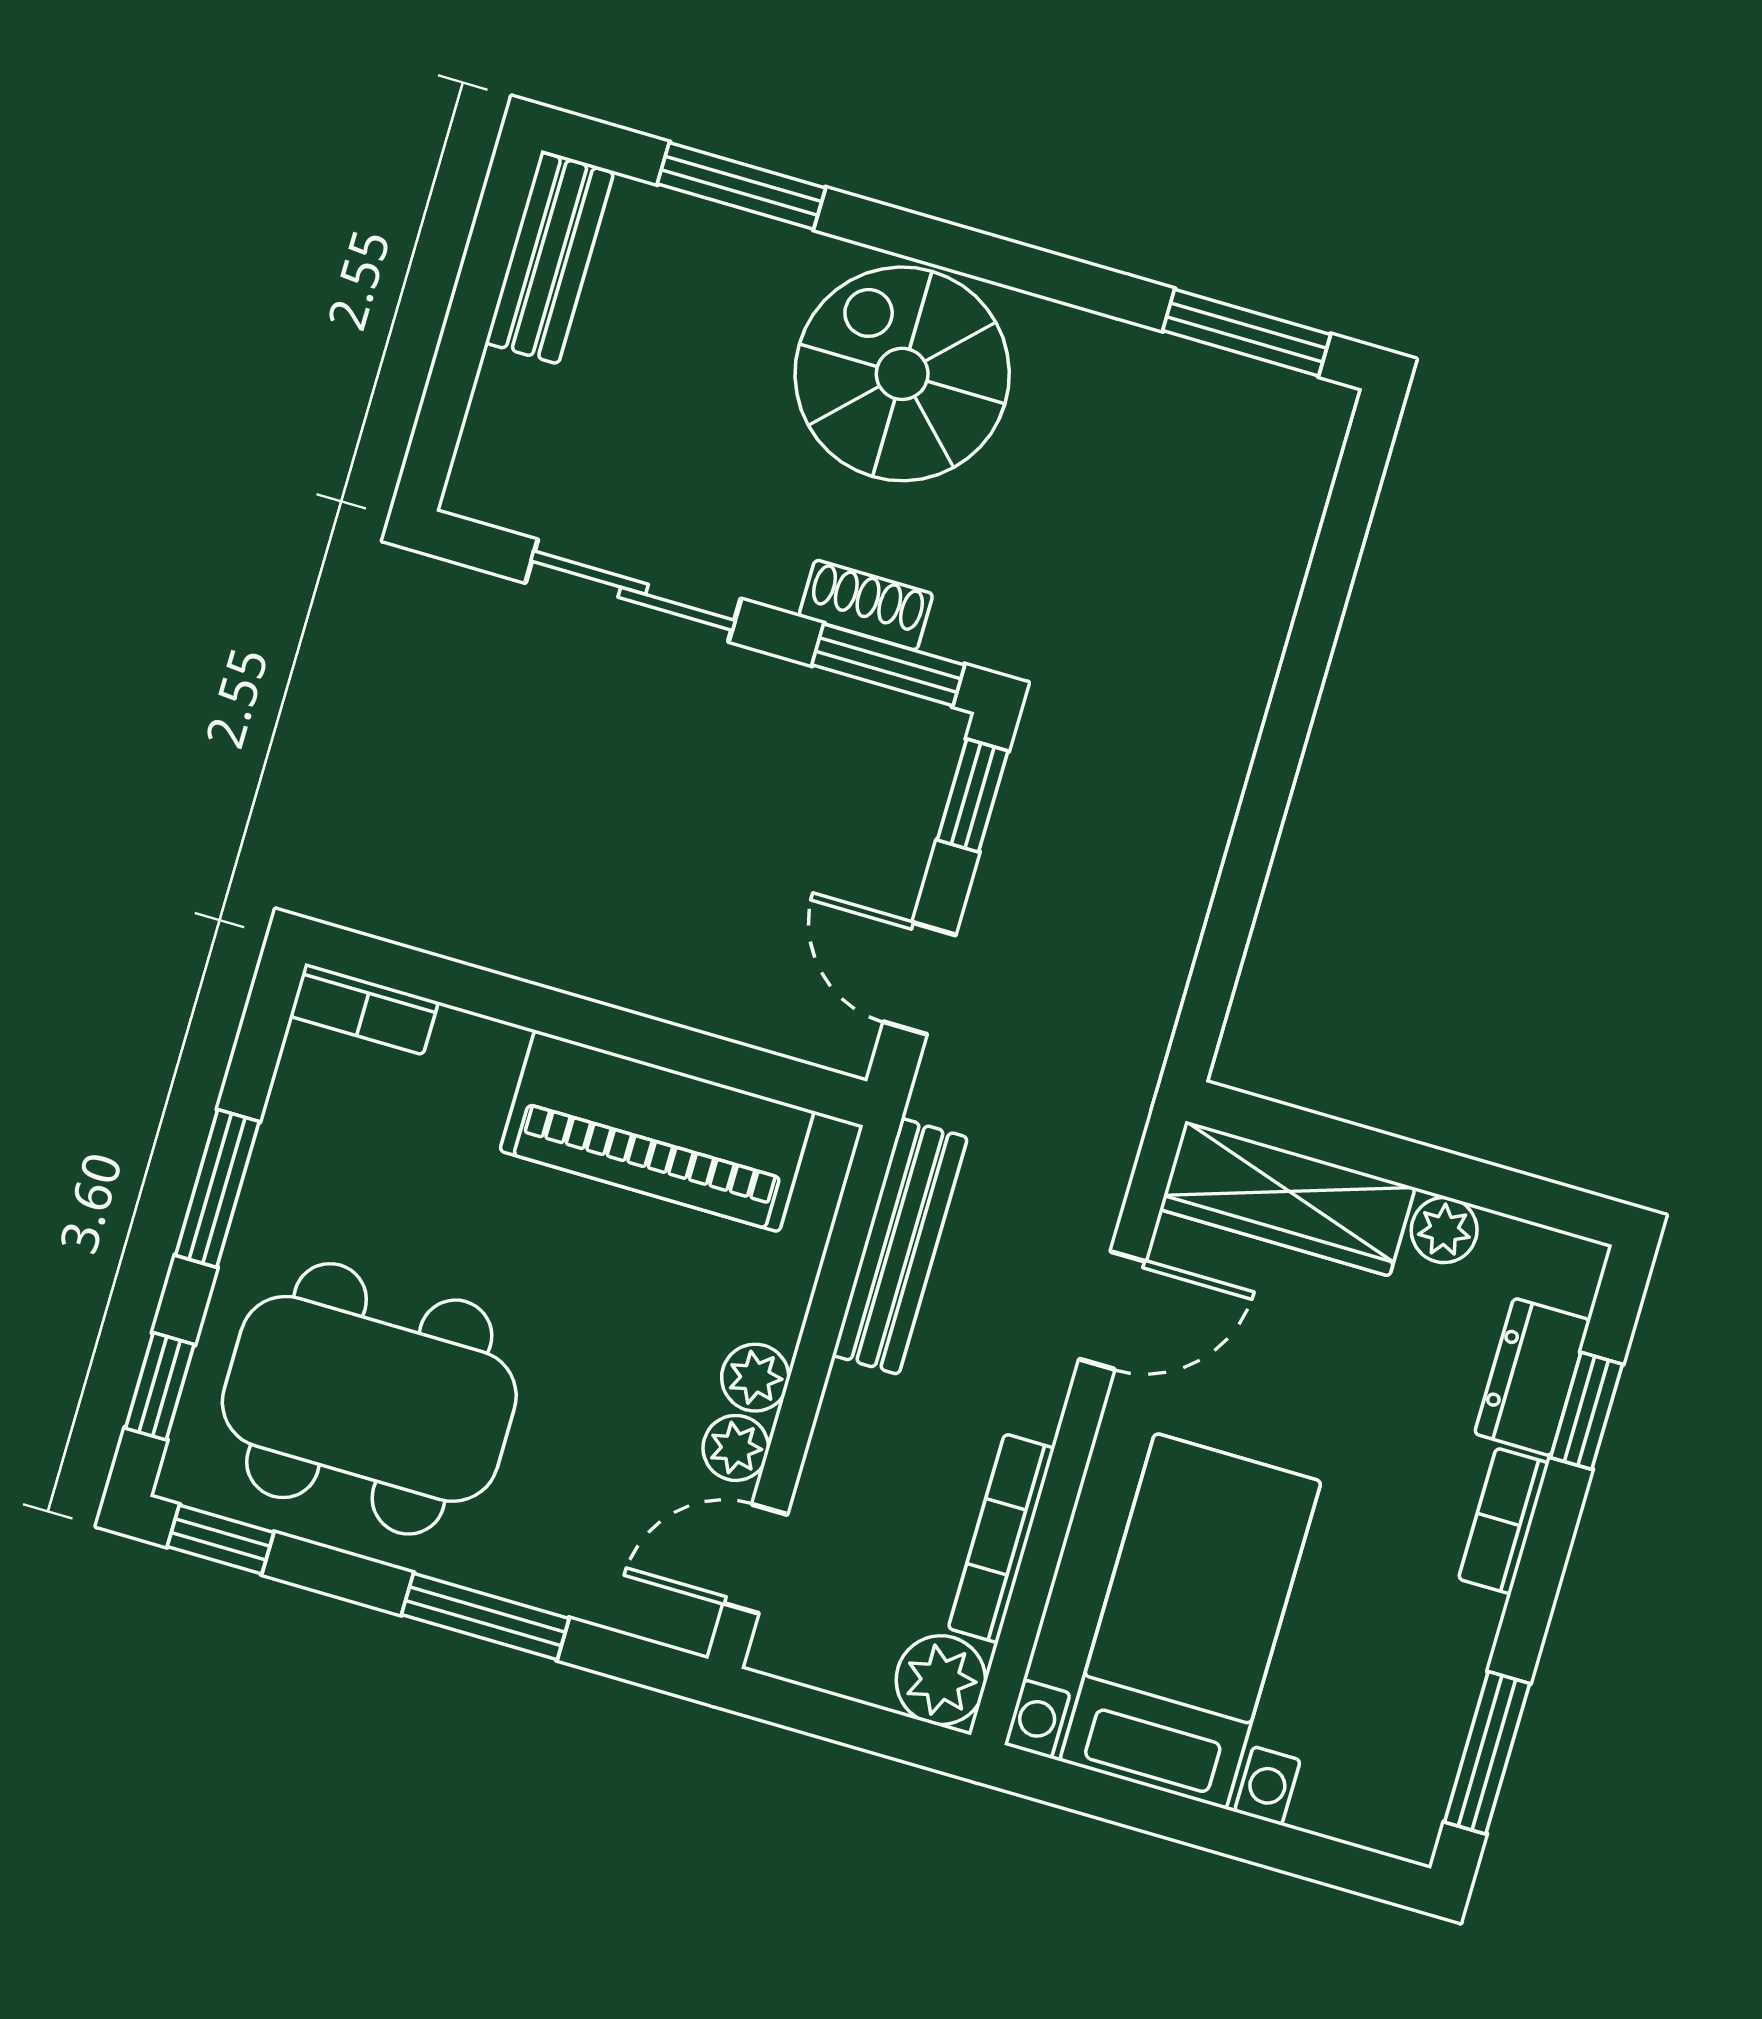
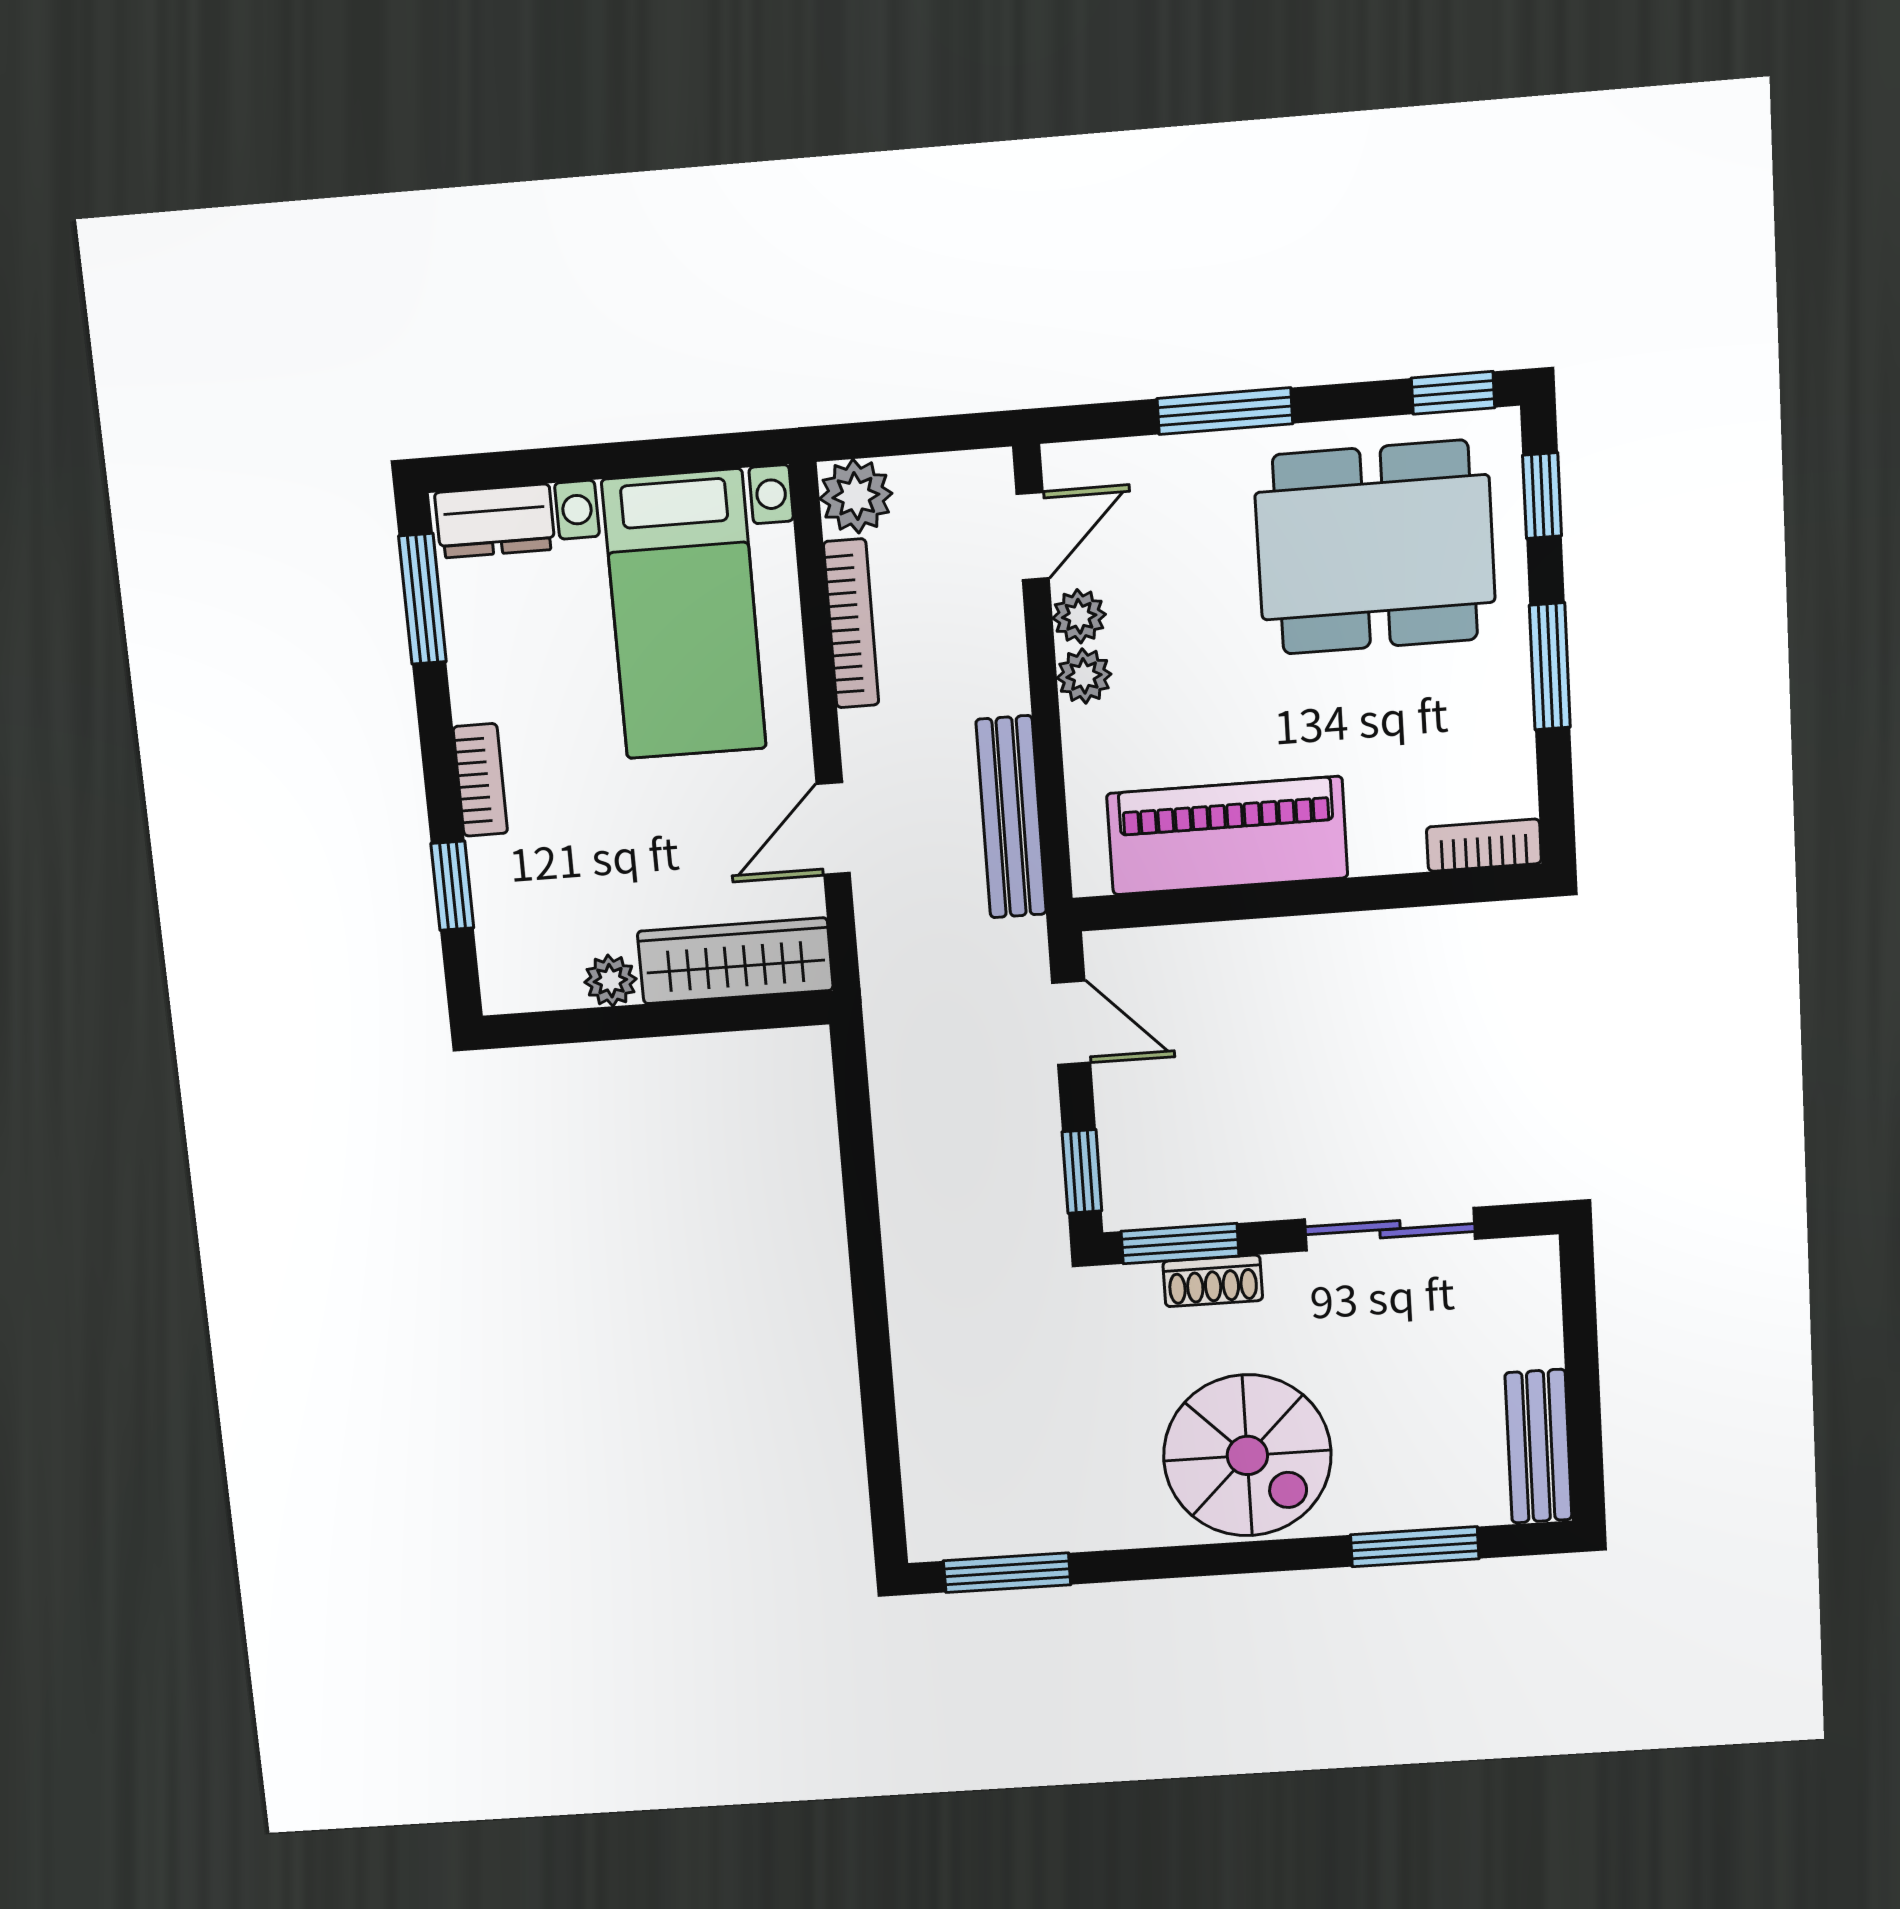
dresser: (1532, 1377) -> (495, 521), moved, turned 90

